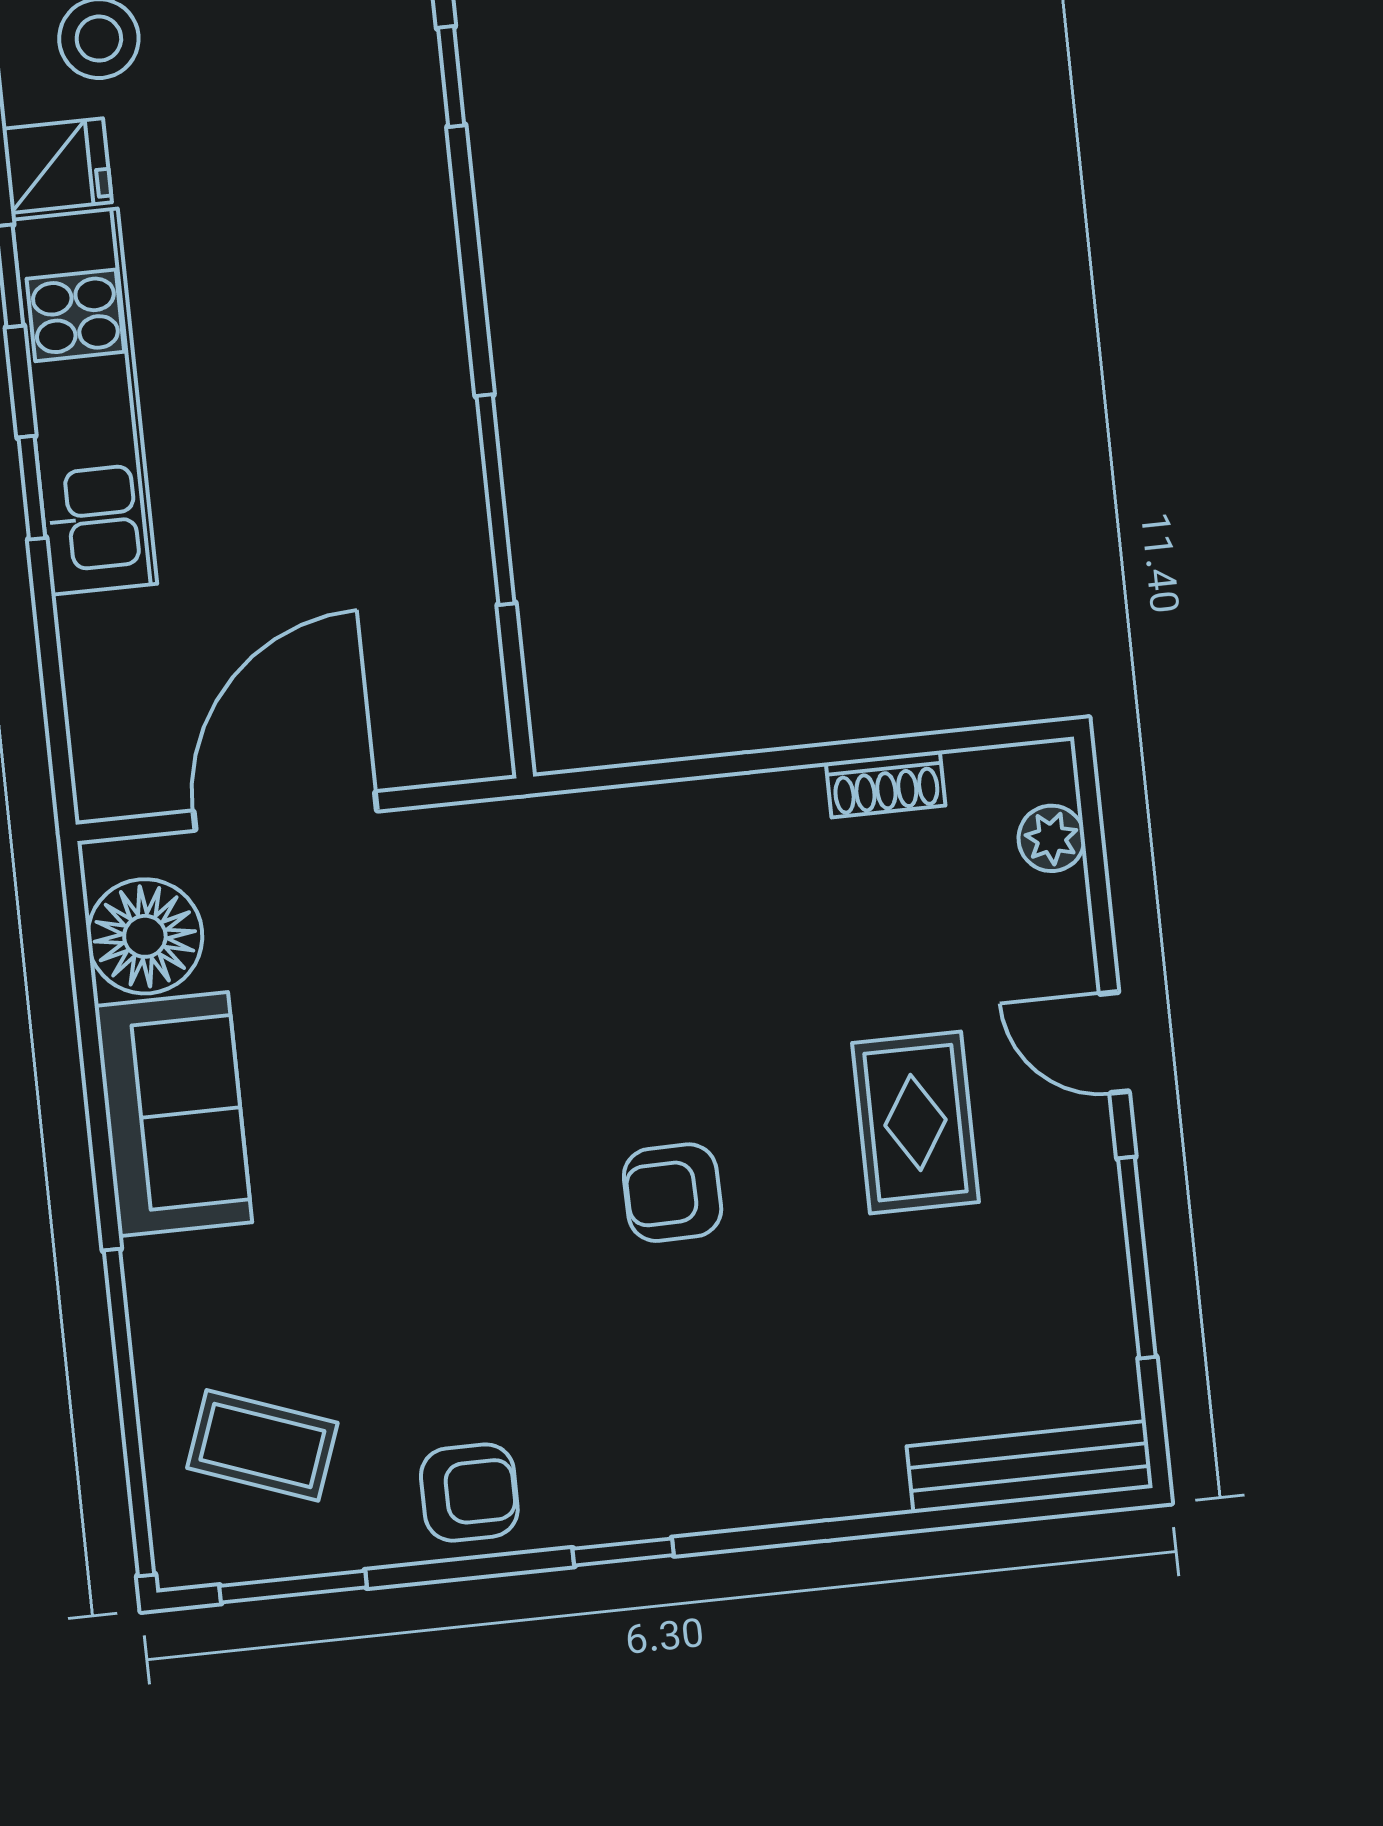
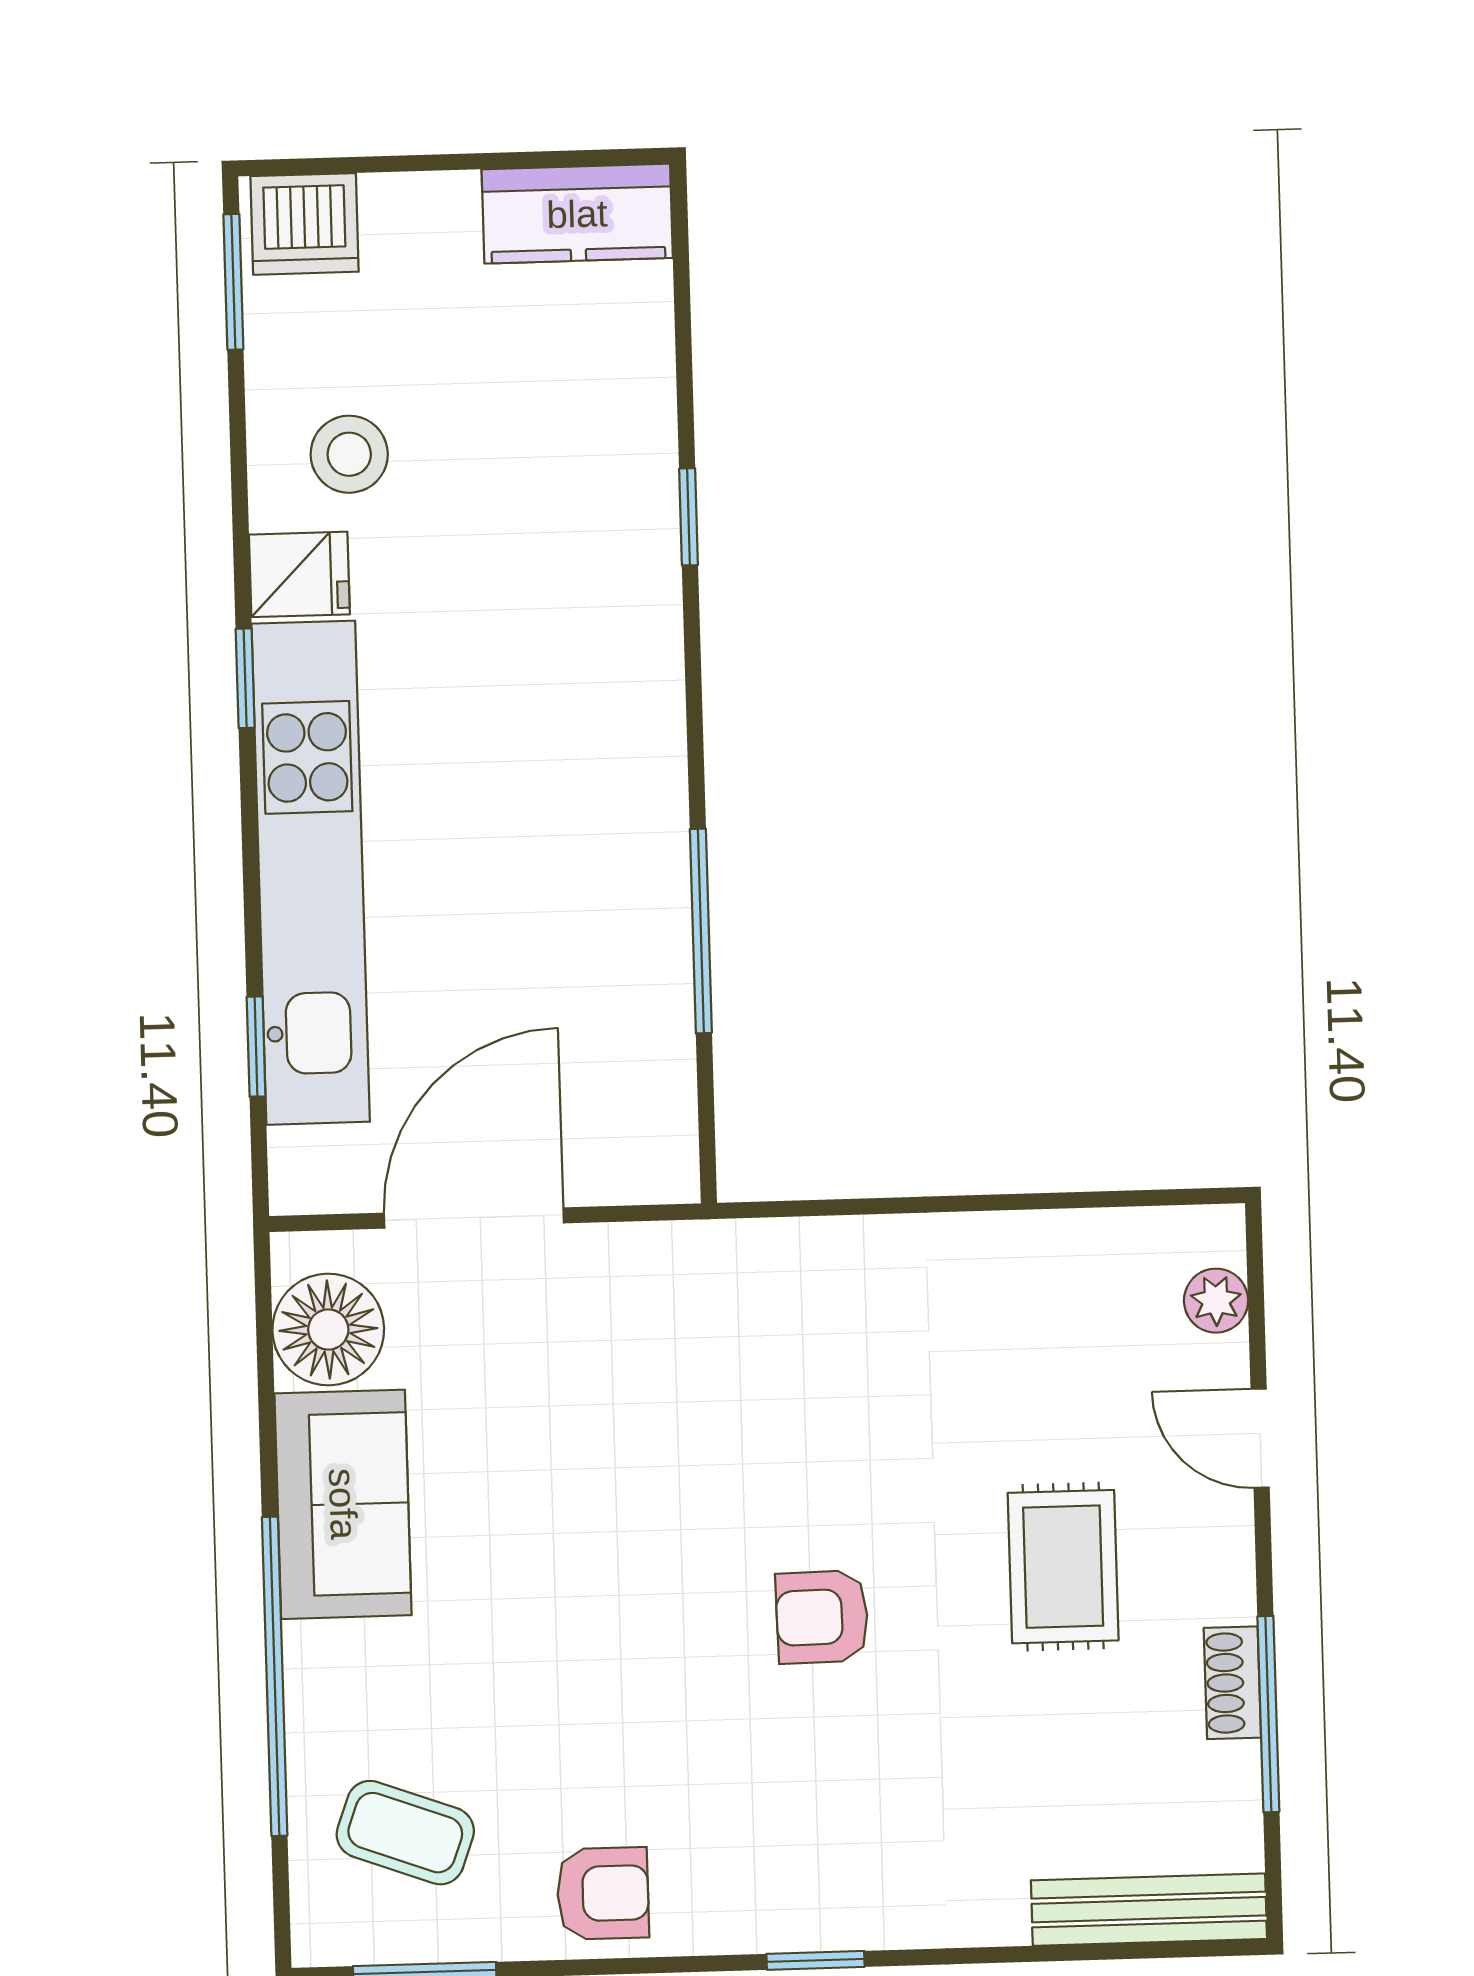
kitchen unit: (85, 402) -> (311, 873), width x1.36
window: (32, 488) -> (256, 1047), moved
shoe rack: (886, 784) -> (1232, 1683), moved, turned 90
door: (1114, 1043) -> (1260, 1438), moved
window: (129, 1413) -> (275, 1676), moved
window: (623, 1552) -> (815, 1960), moved

